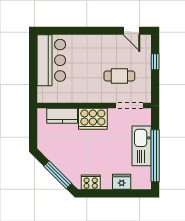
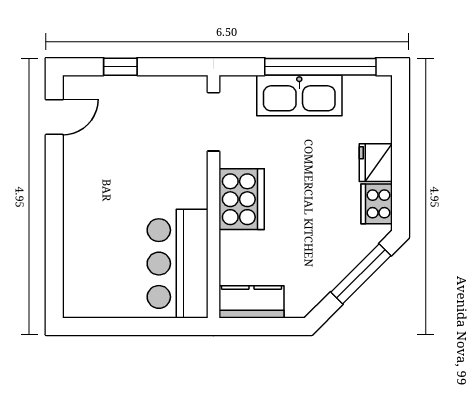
bar counter: (51, 60) -> (178, 264), moved, turned -90
cafe table: (119, 76) -> (150, 143), removed
kitchen counter: (62, 116) -> (252, 302), moved, turned -90
fridge: (122, 182) -> (376, 163), moved

